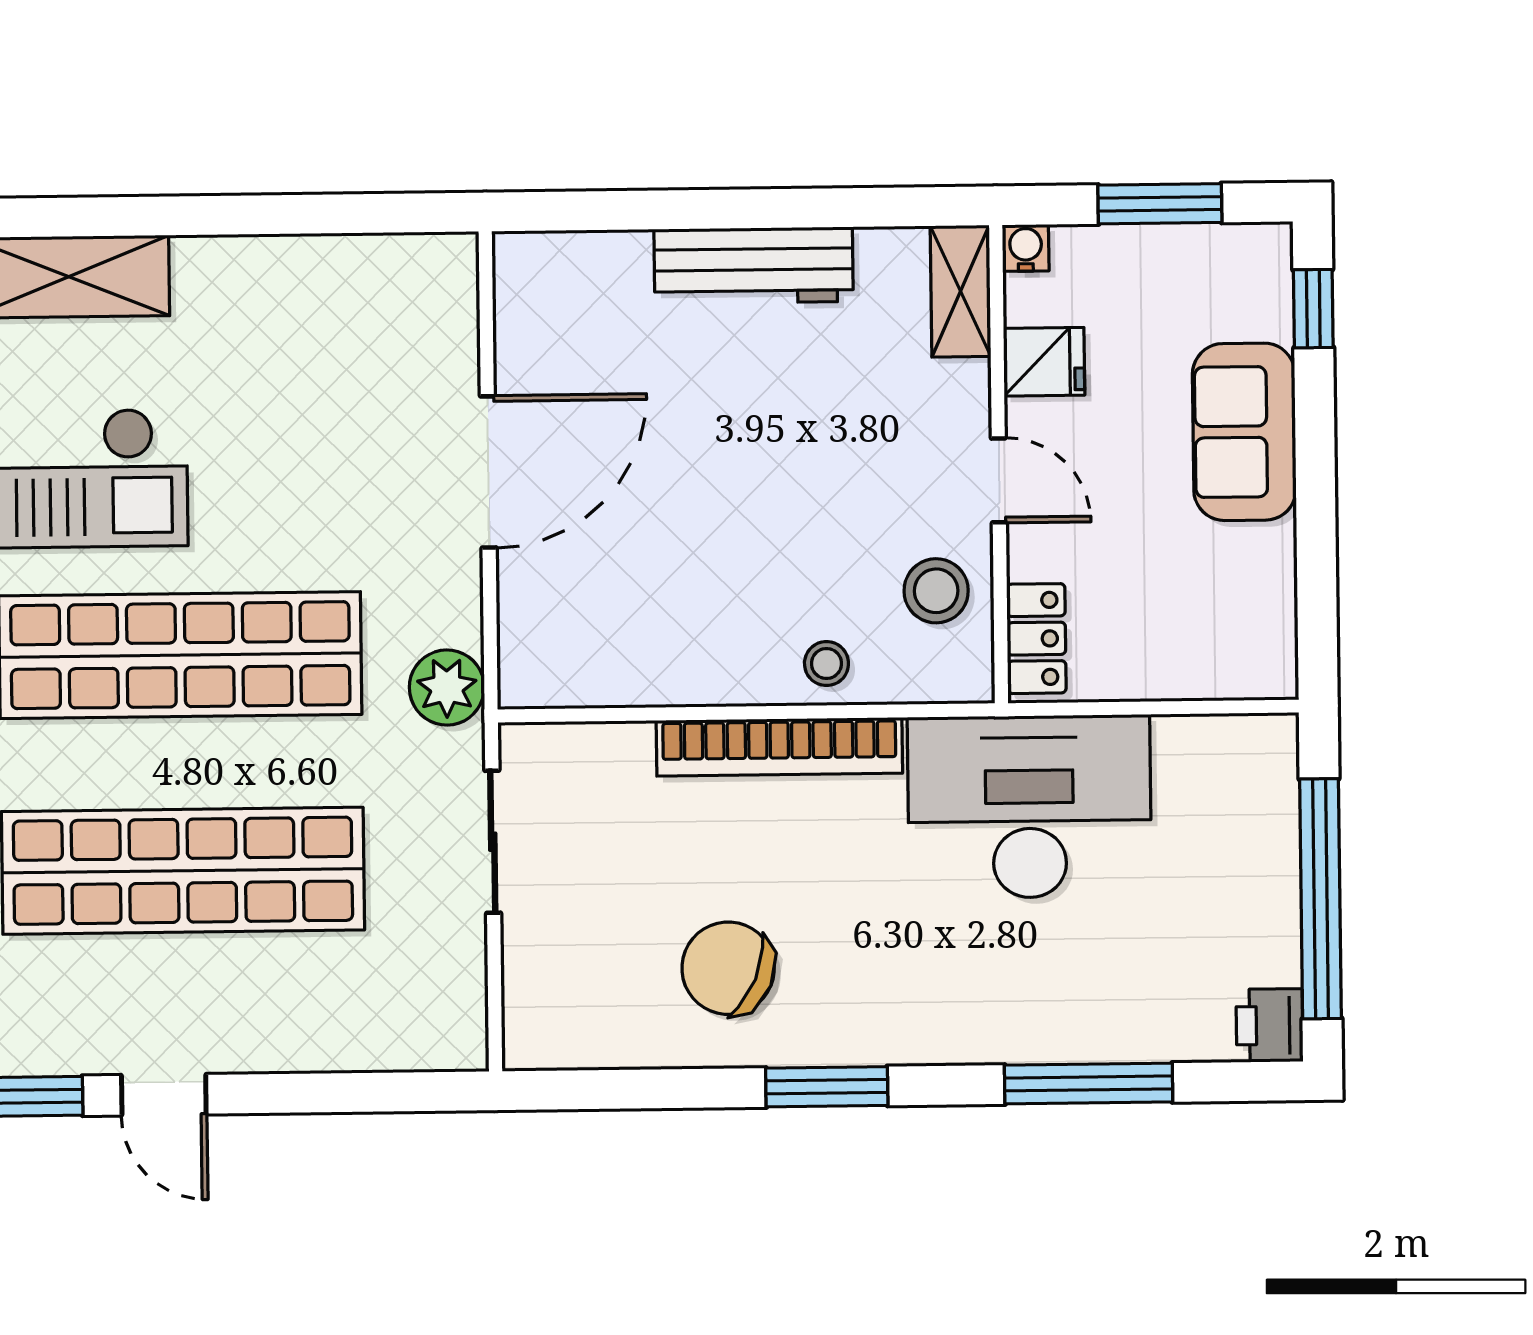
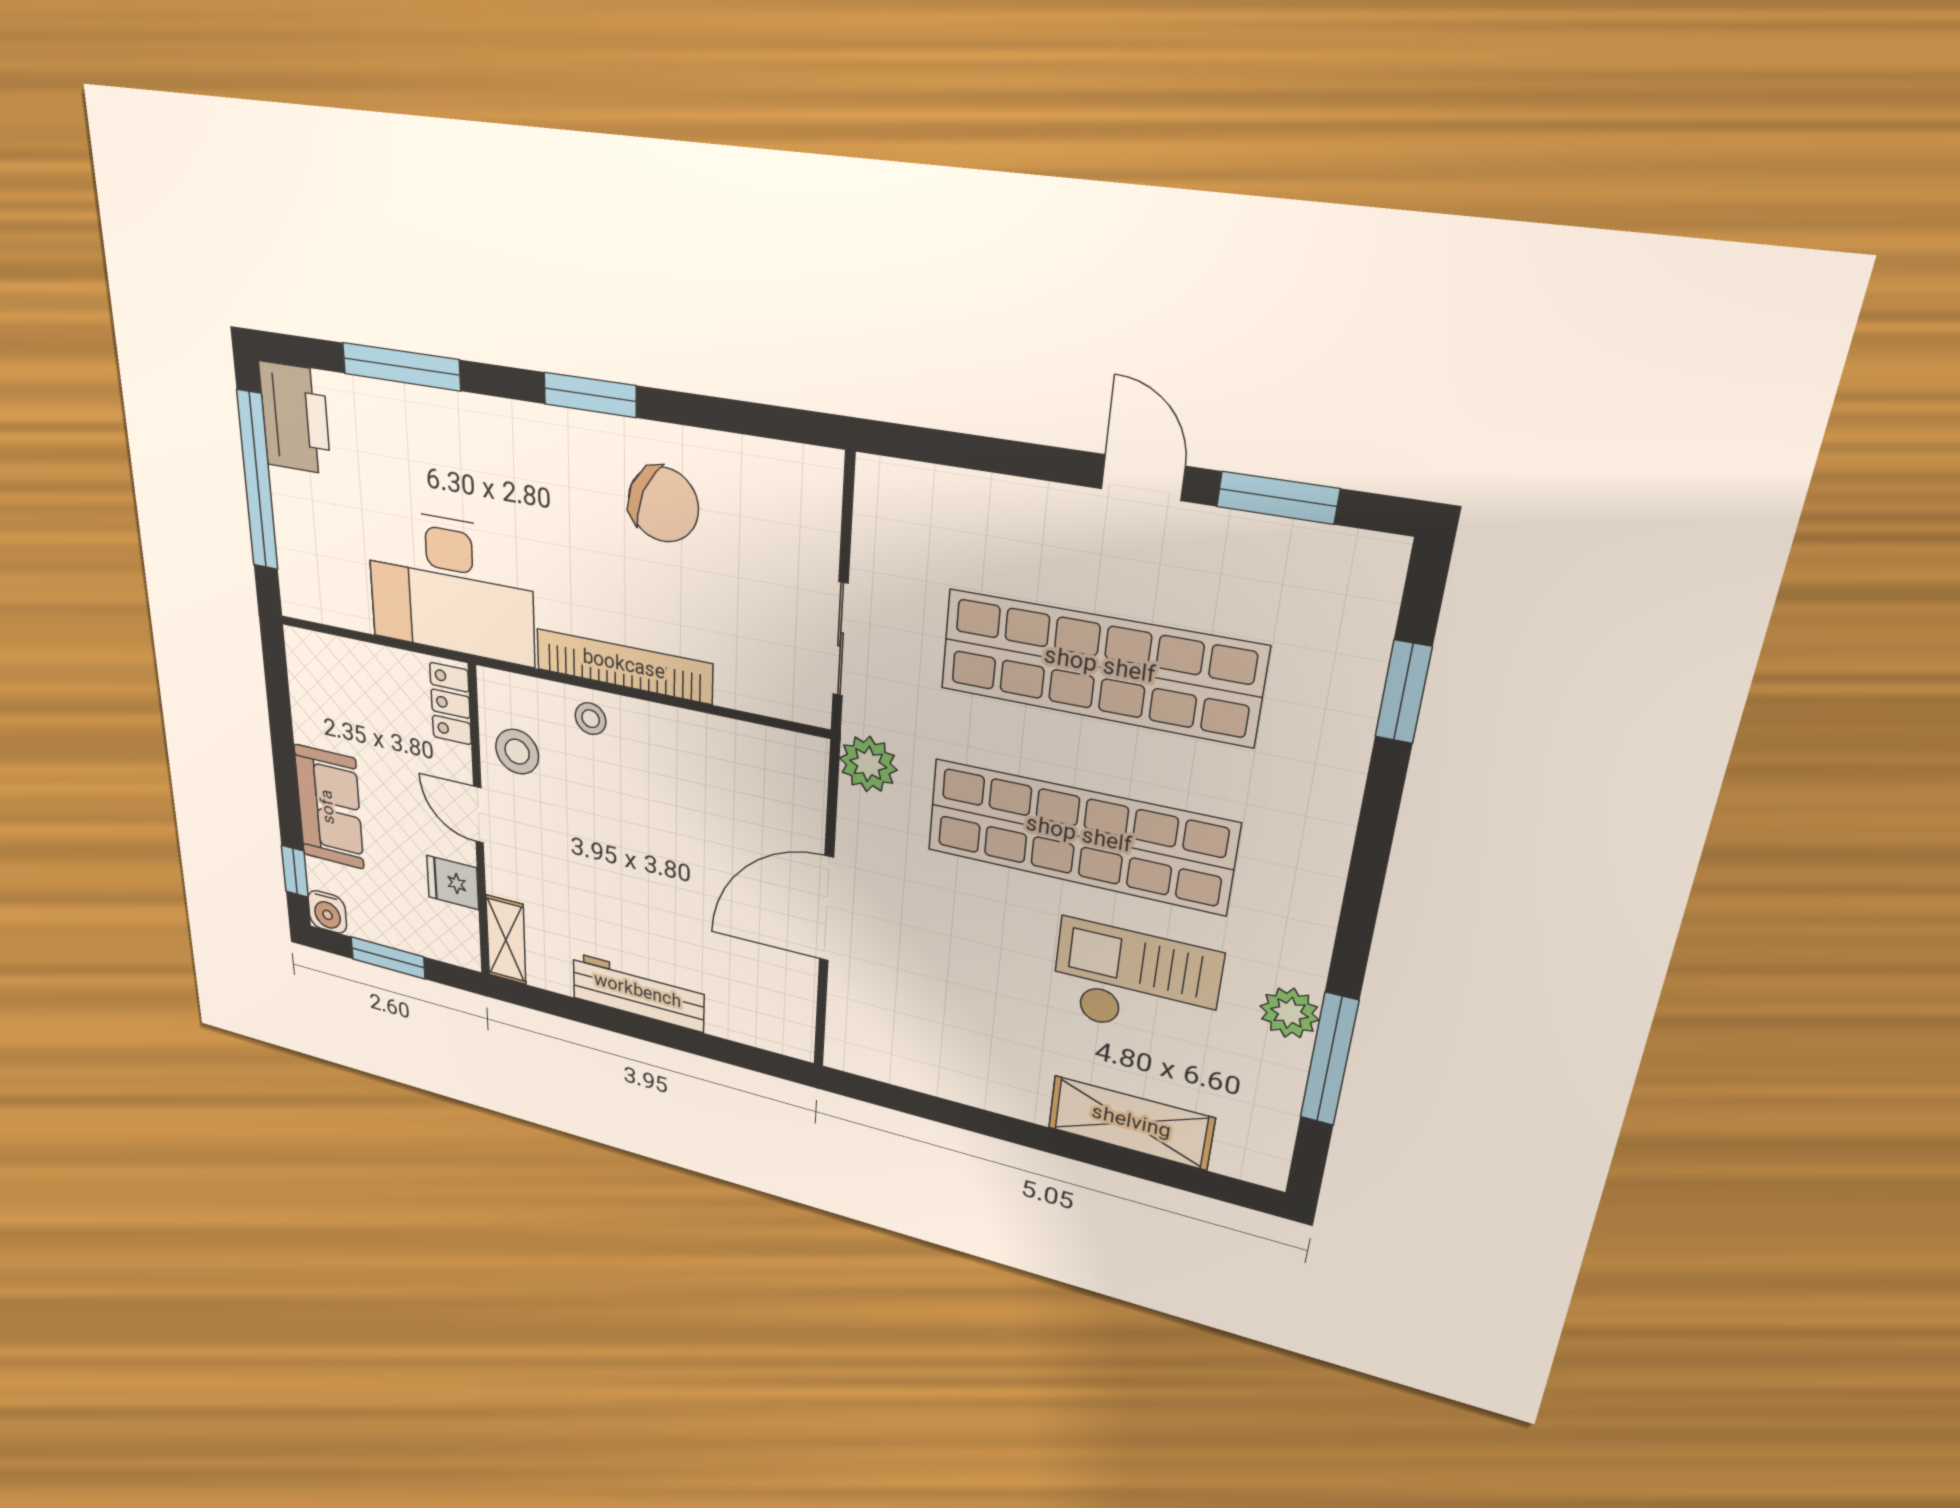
water cooler: (1026, 248) -> (327, 912), moved, width x1.38, depth x1.38
printer: (1270, 1025) -> (295, 418), width x1.87, depth x1.48

